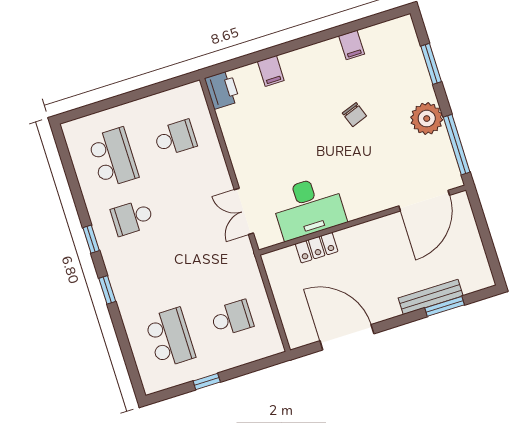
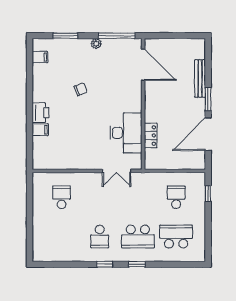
filing cabinet: (352, 45) -> (40, 57), moved
printer: (222, 90) -> (40, 113), moved, turned 90
plant: (427, 119) -> (96, 44), width x0.53, depth x0.53
school desk: (113, 157) -> (138, 237), moved, turned 180
window: (445, 306) -> (208, 99), moved
window: (207, 381) -> (208, 194), moved

